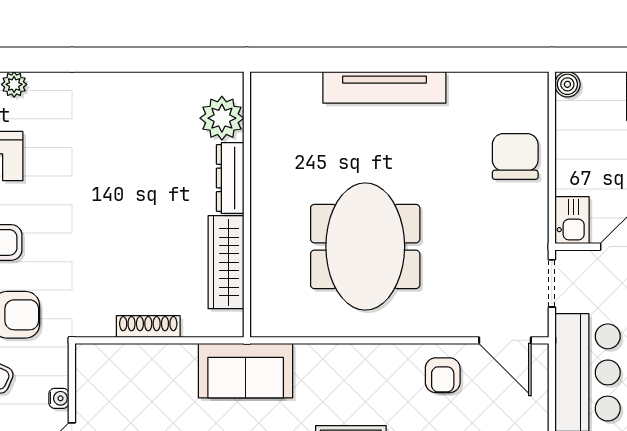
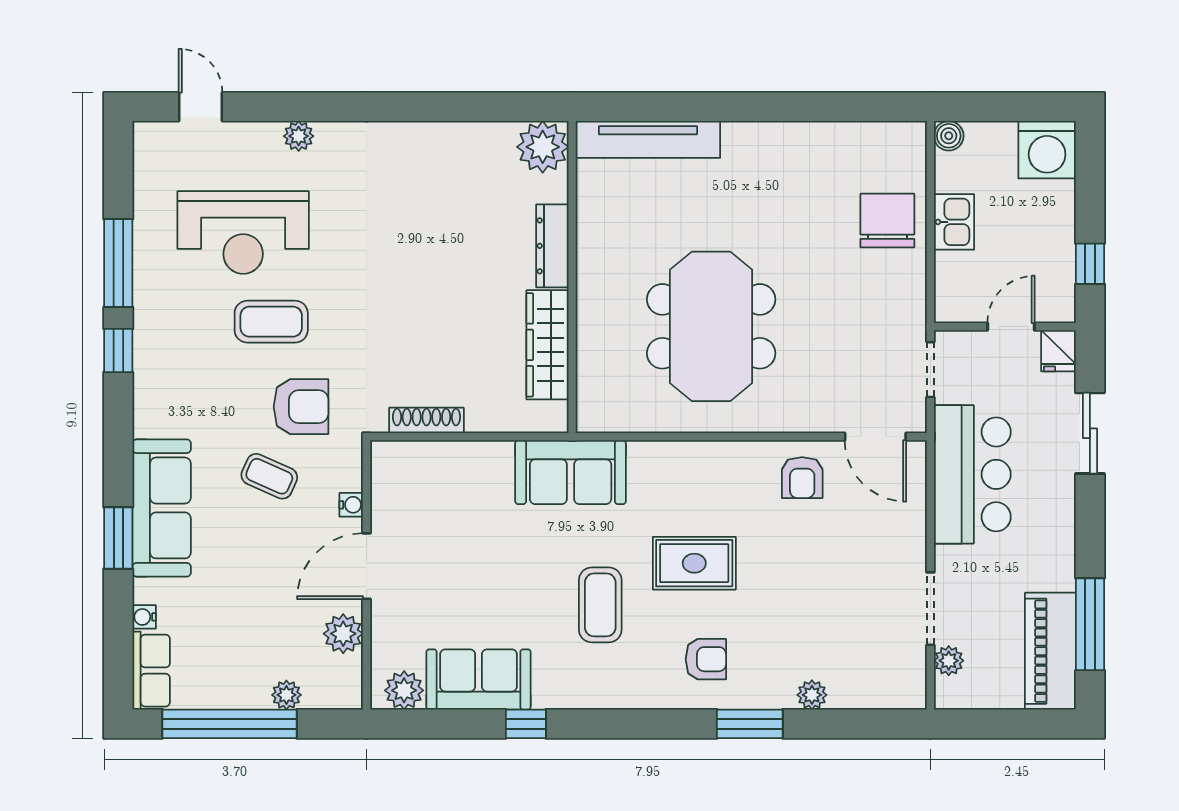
tv unit: (384, 87) -> (648, 139), moved
plant: (222, 118) -> (543, 147), moved
kitchen sink: (572, 220) -> (954, 222), moved
shoe rack: (148, 326) -> (426, 420), moved

